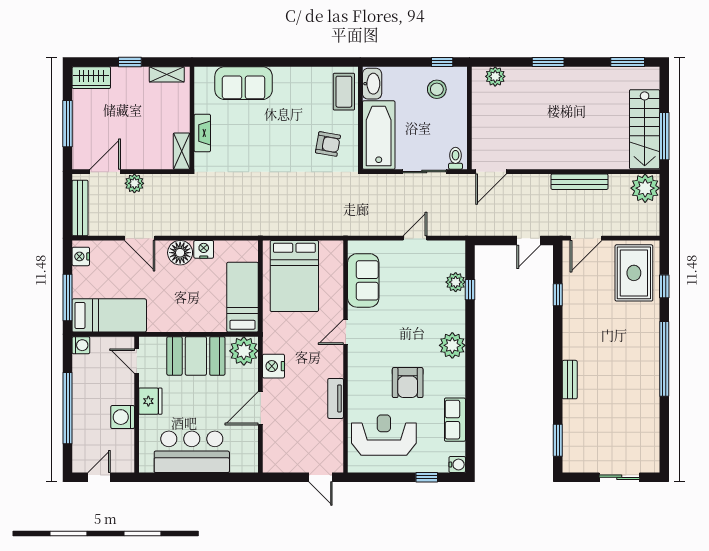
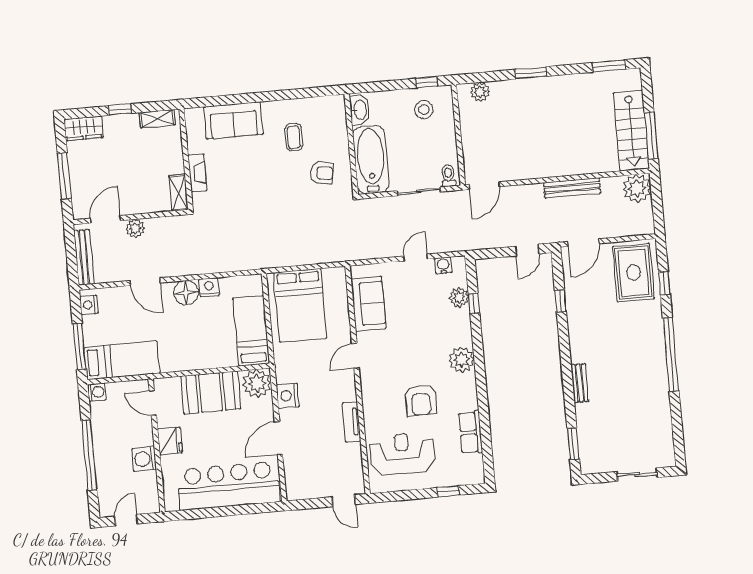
coffee table: (344, 92) -> (294, 137), moved, width x0.73, depth x0.77
bar counter: (192, 452) -> (228, 486), width x1.36
water cooler: (457, 465) -> (443, 265), moved, turned -90

